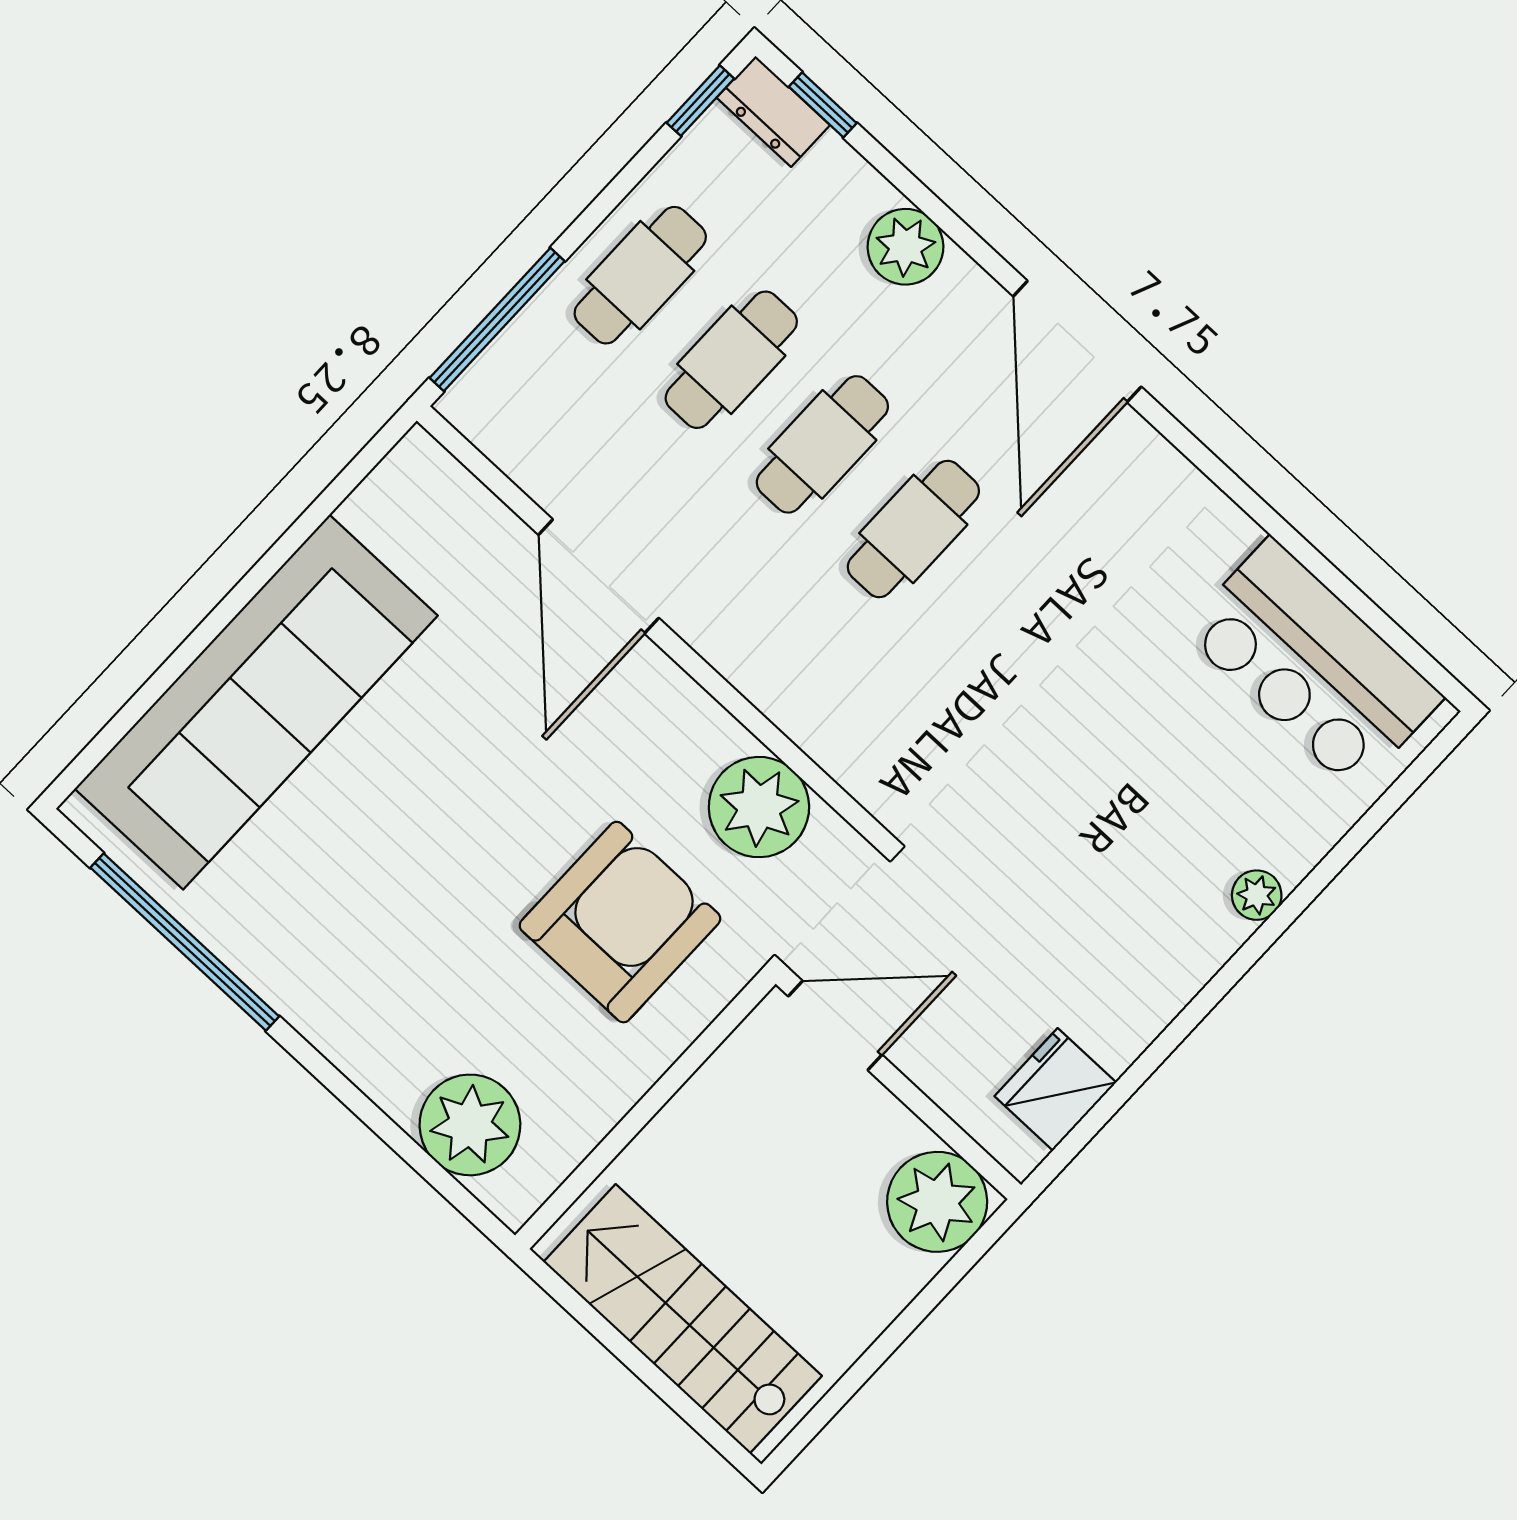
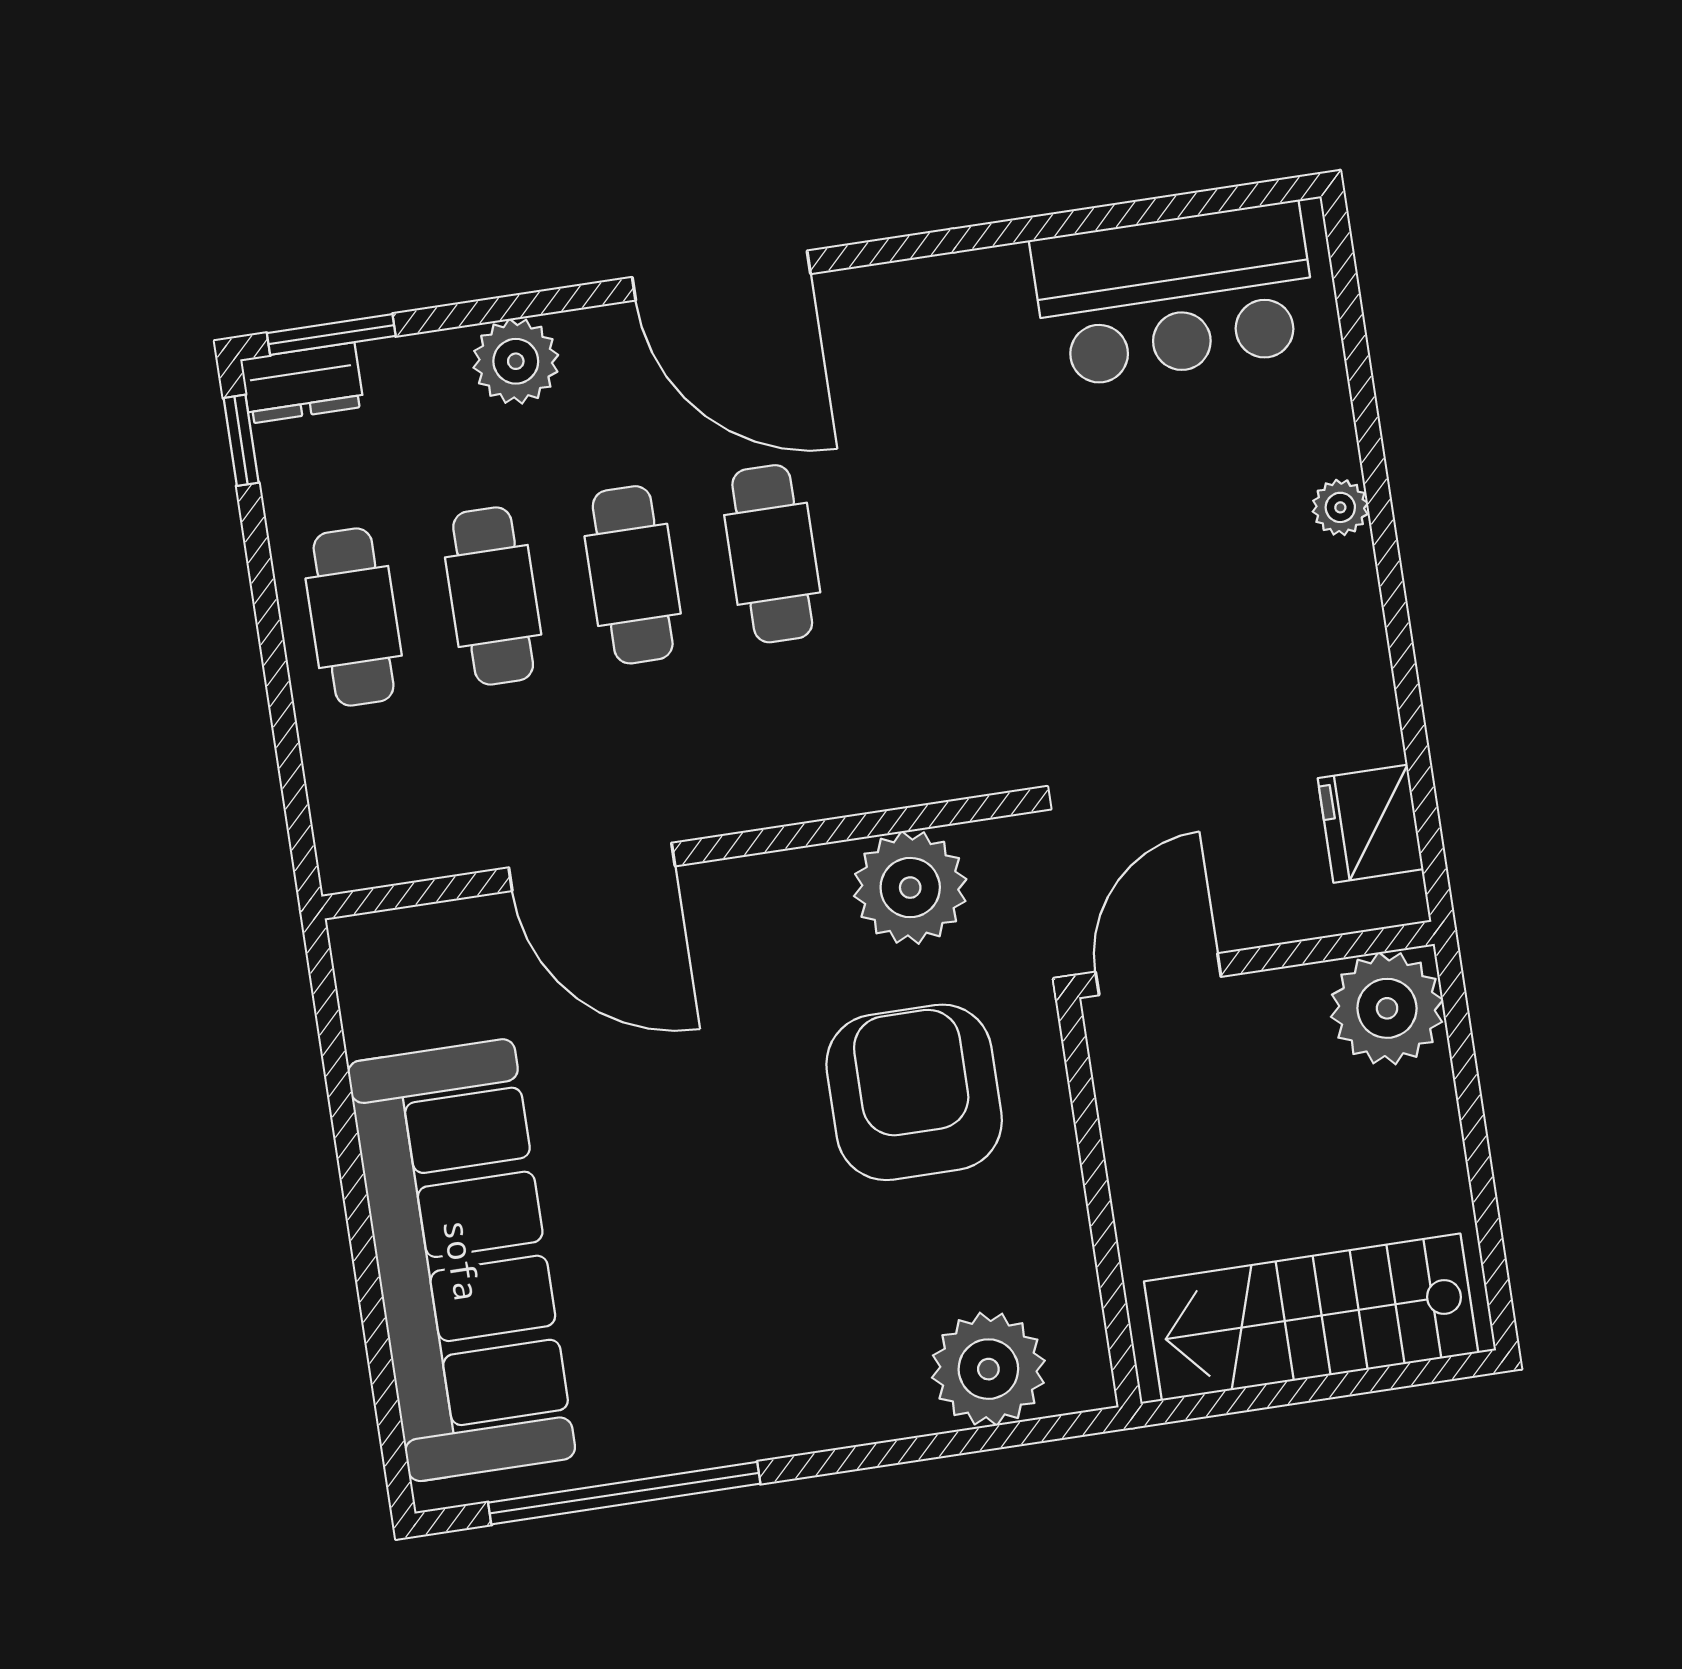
window: (823, 105) -> (331, 335), width x1.50
window: (497, 319) -> (292, 776), removed

